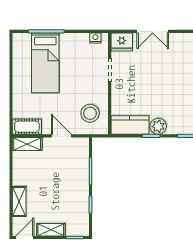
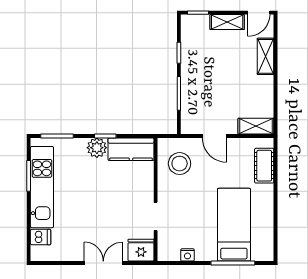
nightstand: (95, 38) -> (187, 255), moved
cot: (27, 127) -> (264, 166), moved, turned 90

